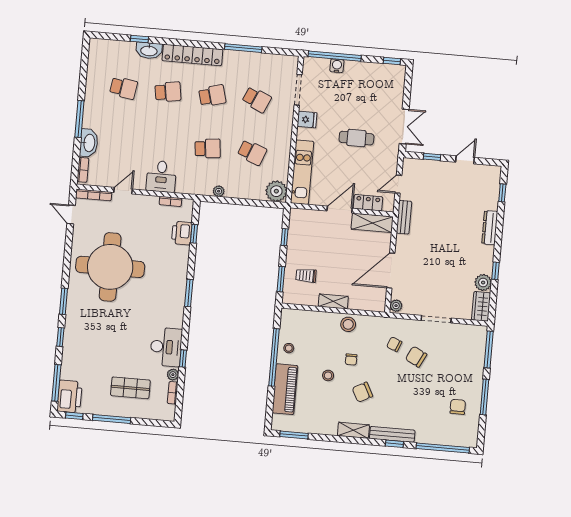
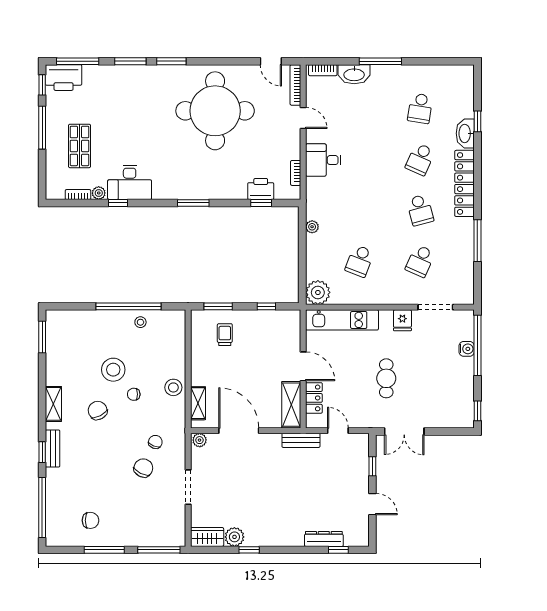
school desk: (168, 92) -> (420, 159), turned 33
school desk: (208, 148) -> (360, 210), removed
door: (71, 214) -> (271, 61), swing flipped
dresser: (490, 228) -> (324, 539), moved
shelving: (333, 301) -> (198, 403), moved
window: (60, 337) -> (130, 61), width x1.50
stool: (328, 375) -> (113, 370), width x1.89, depth x1.89
piano: (285, 389) -> (93, 322), removed
bench: (392, 434) -> (53, 449), width x0.73

